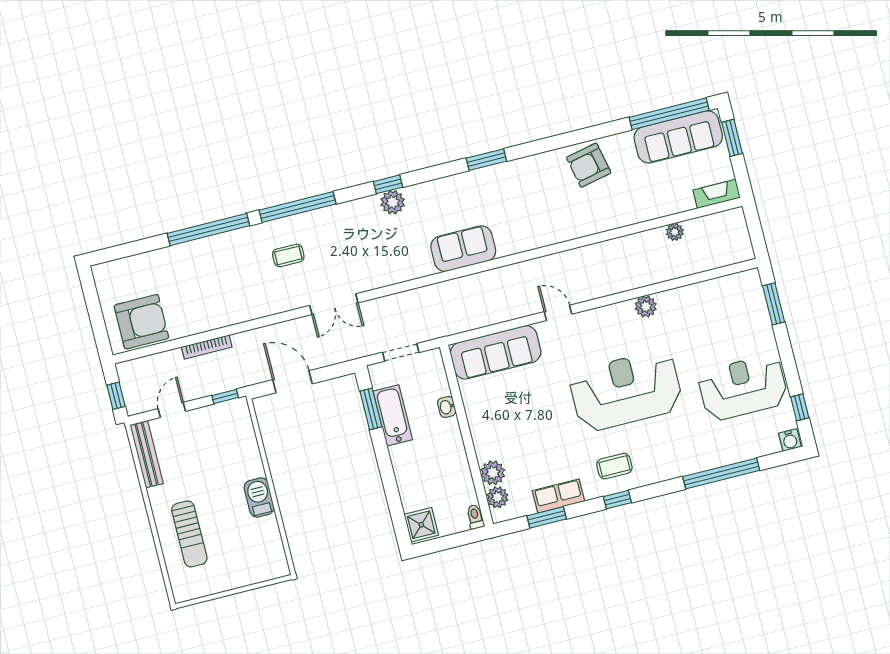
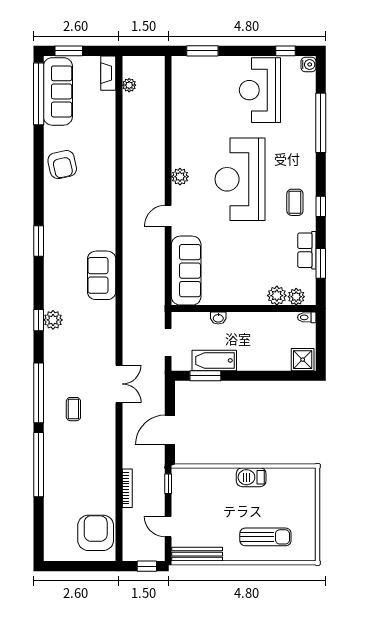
plant: (675, 232) -> (129, 85), moved
plant: (646, 306) -> (180, 177), moved

